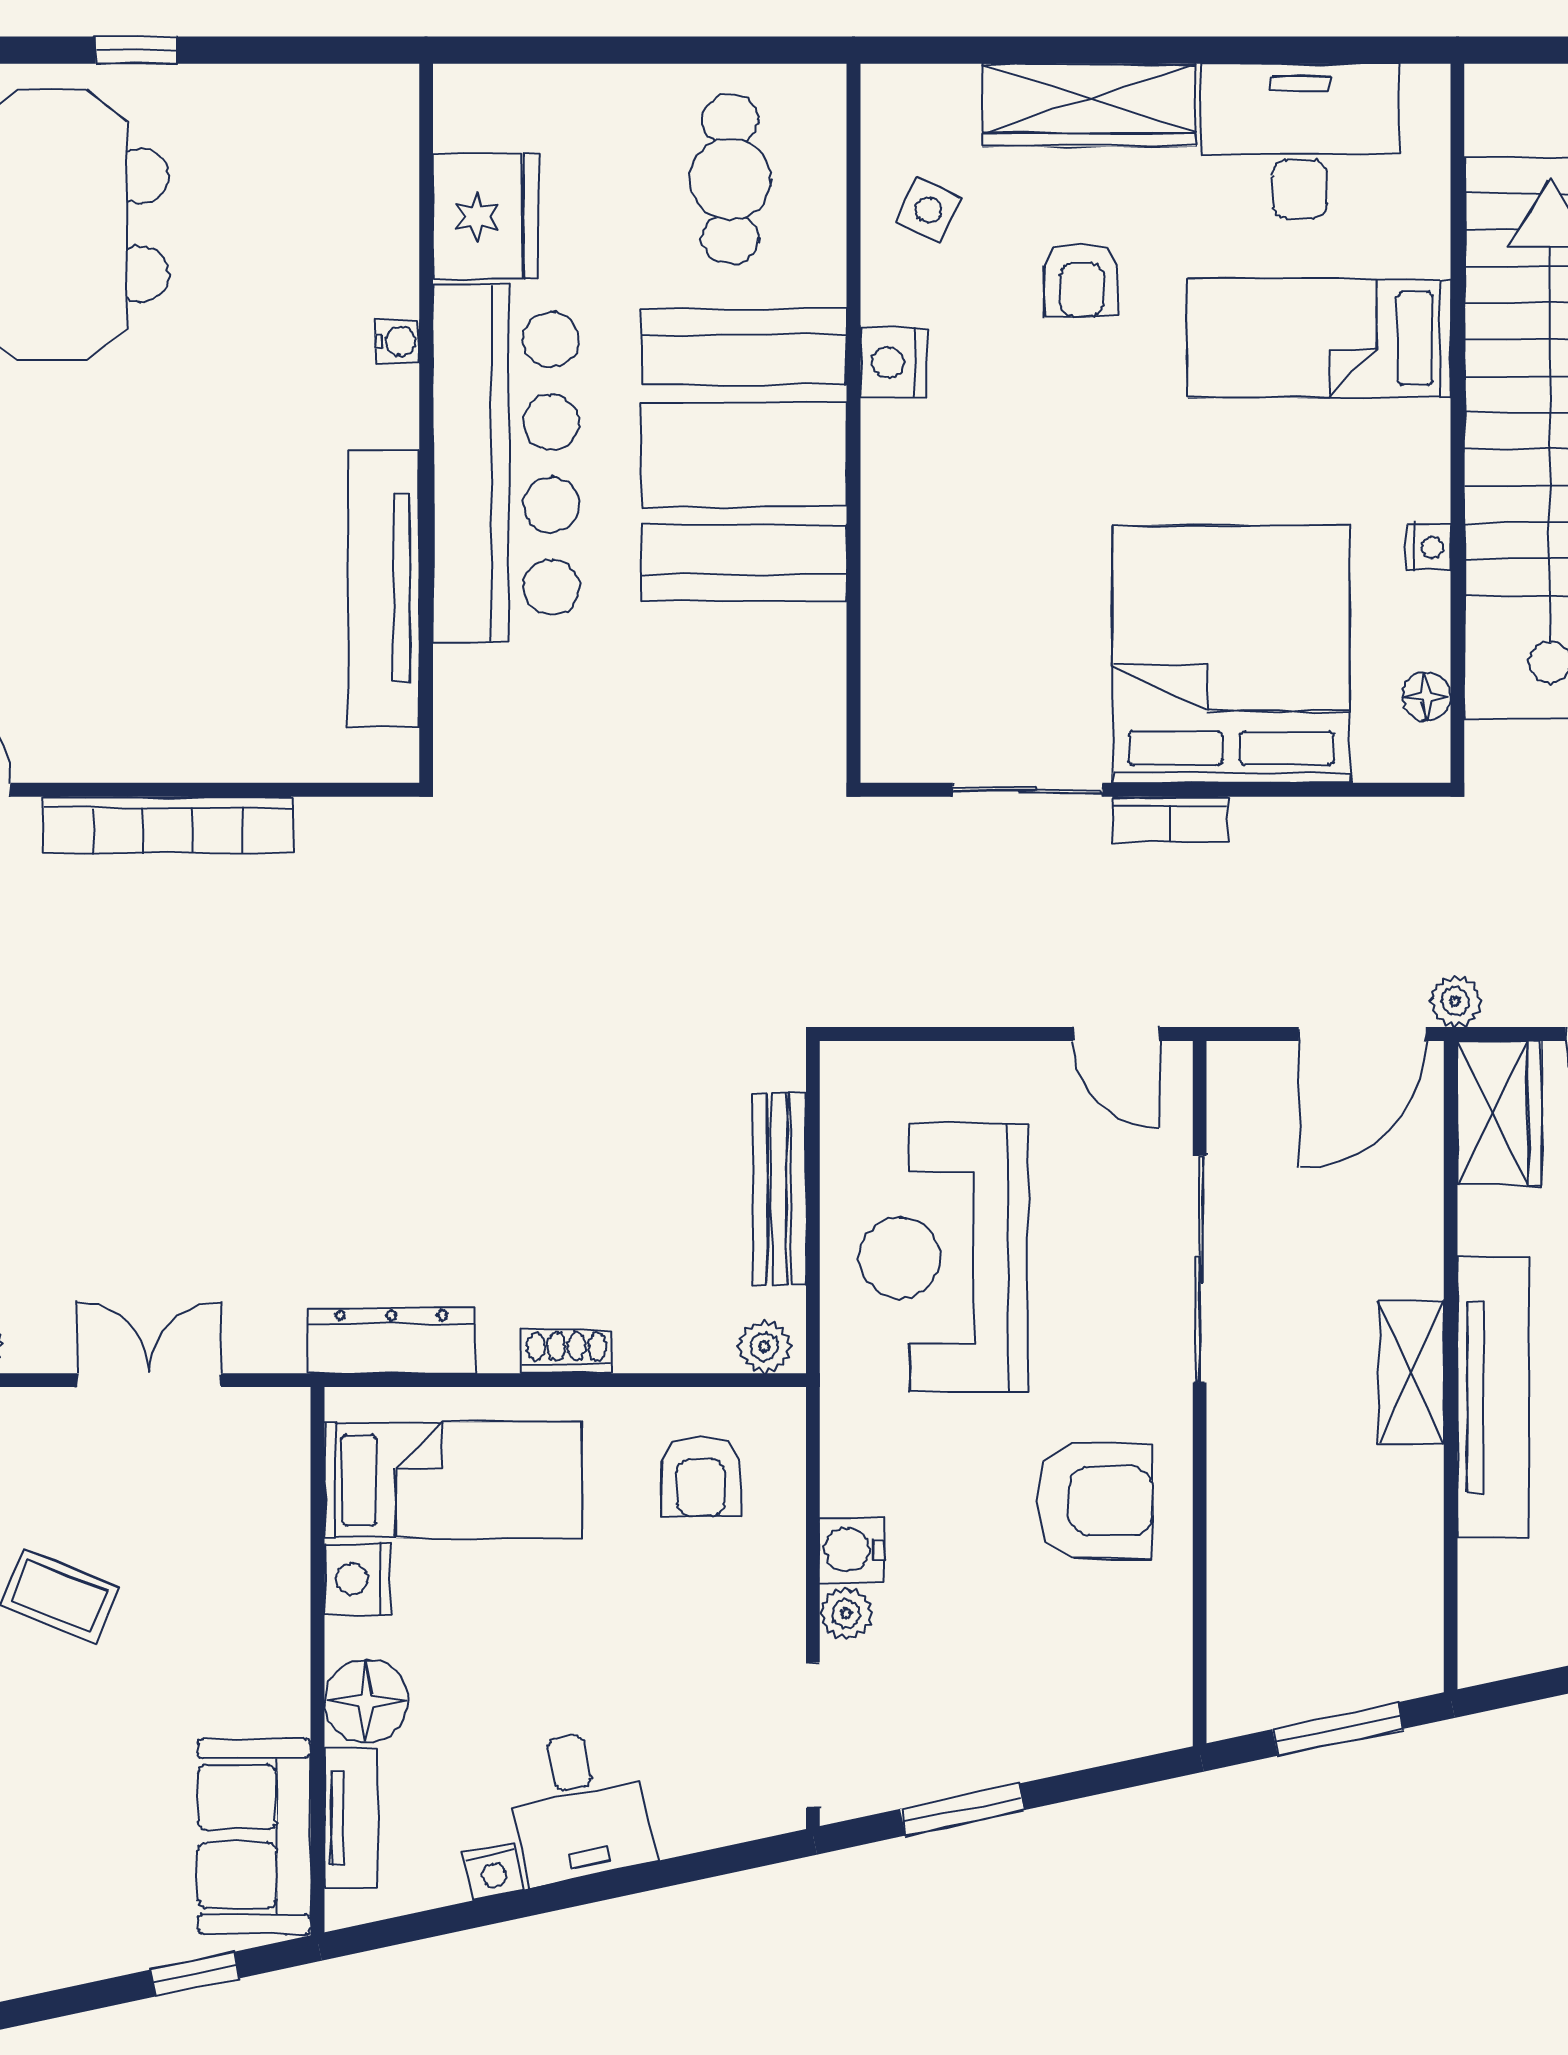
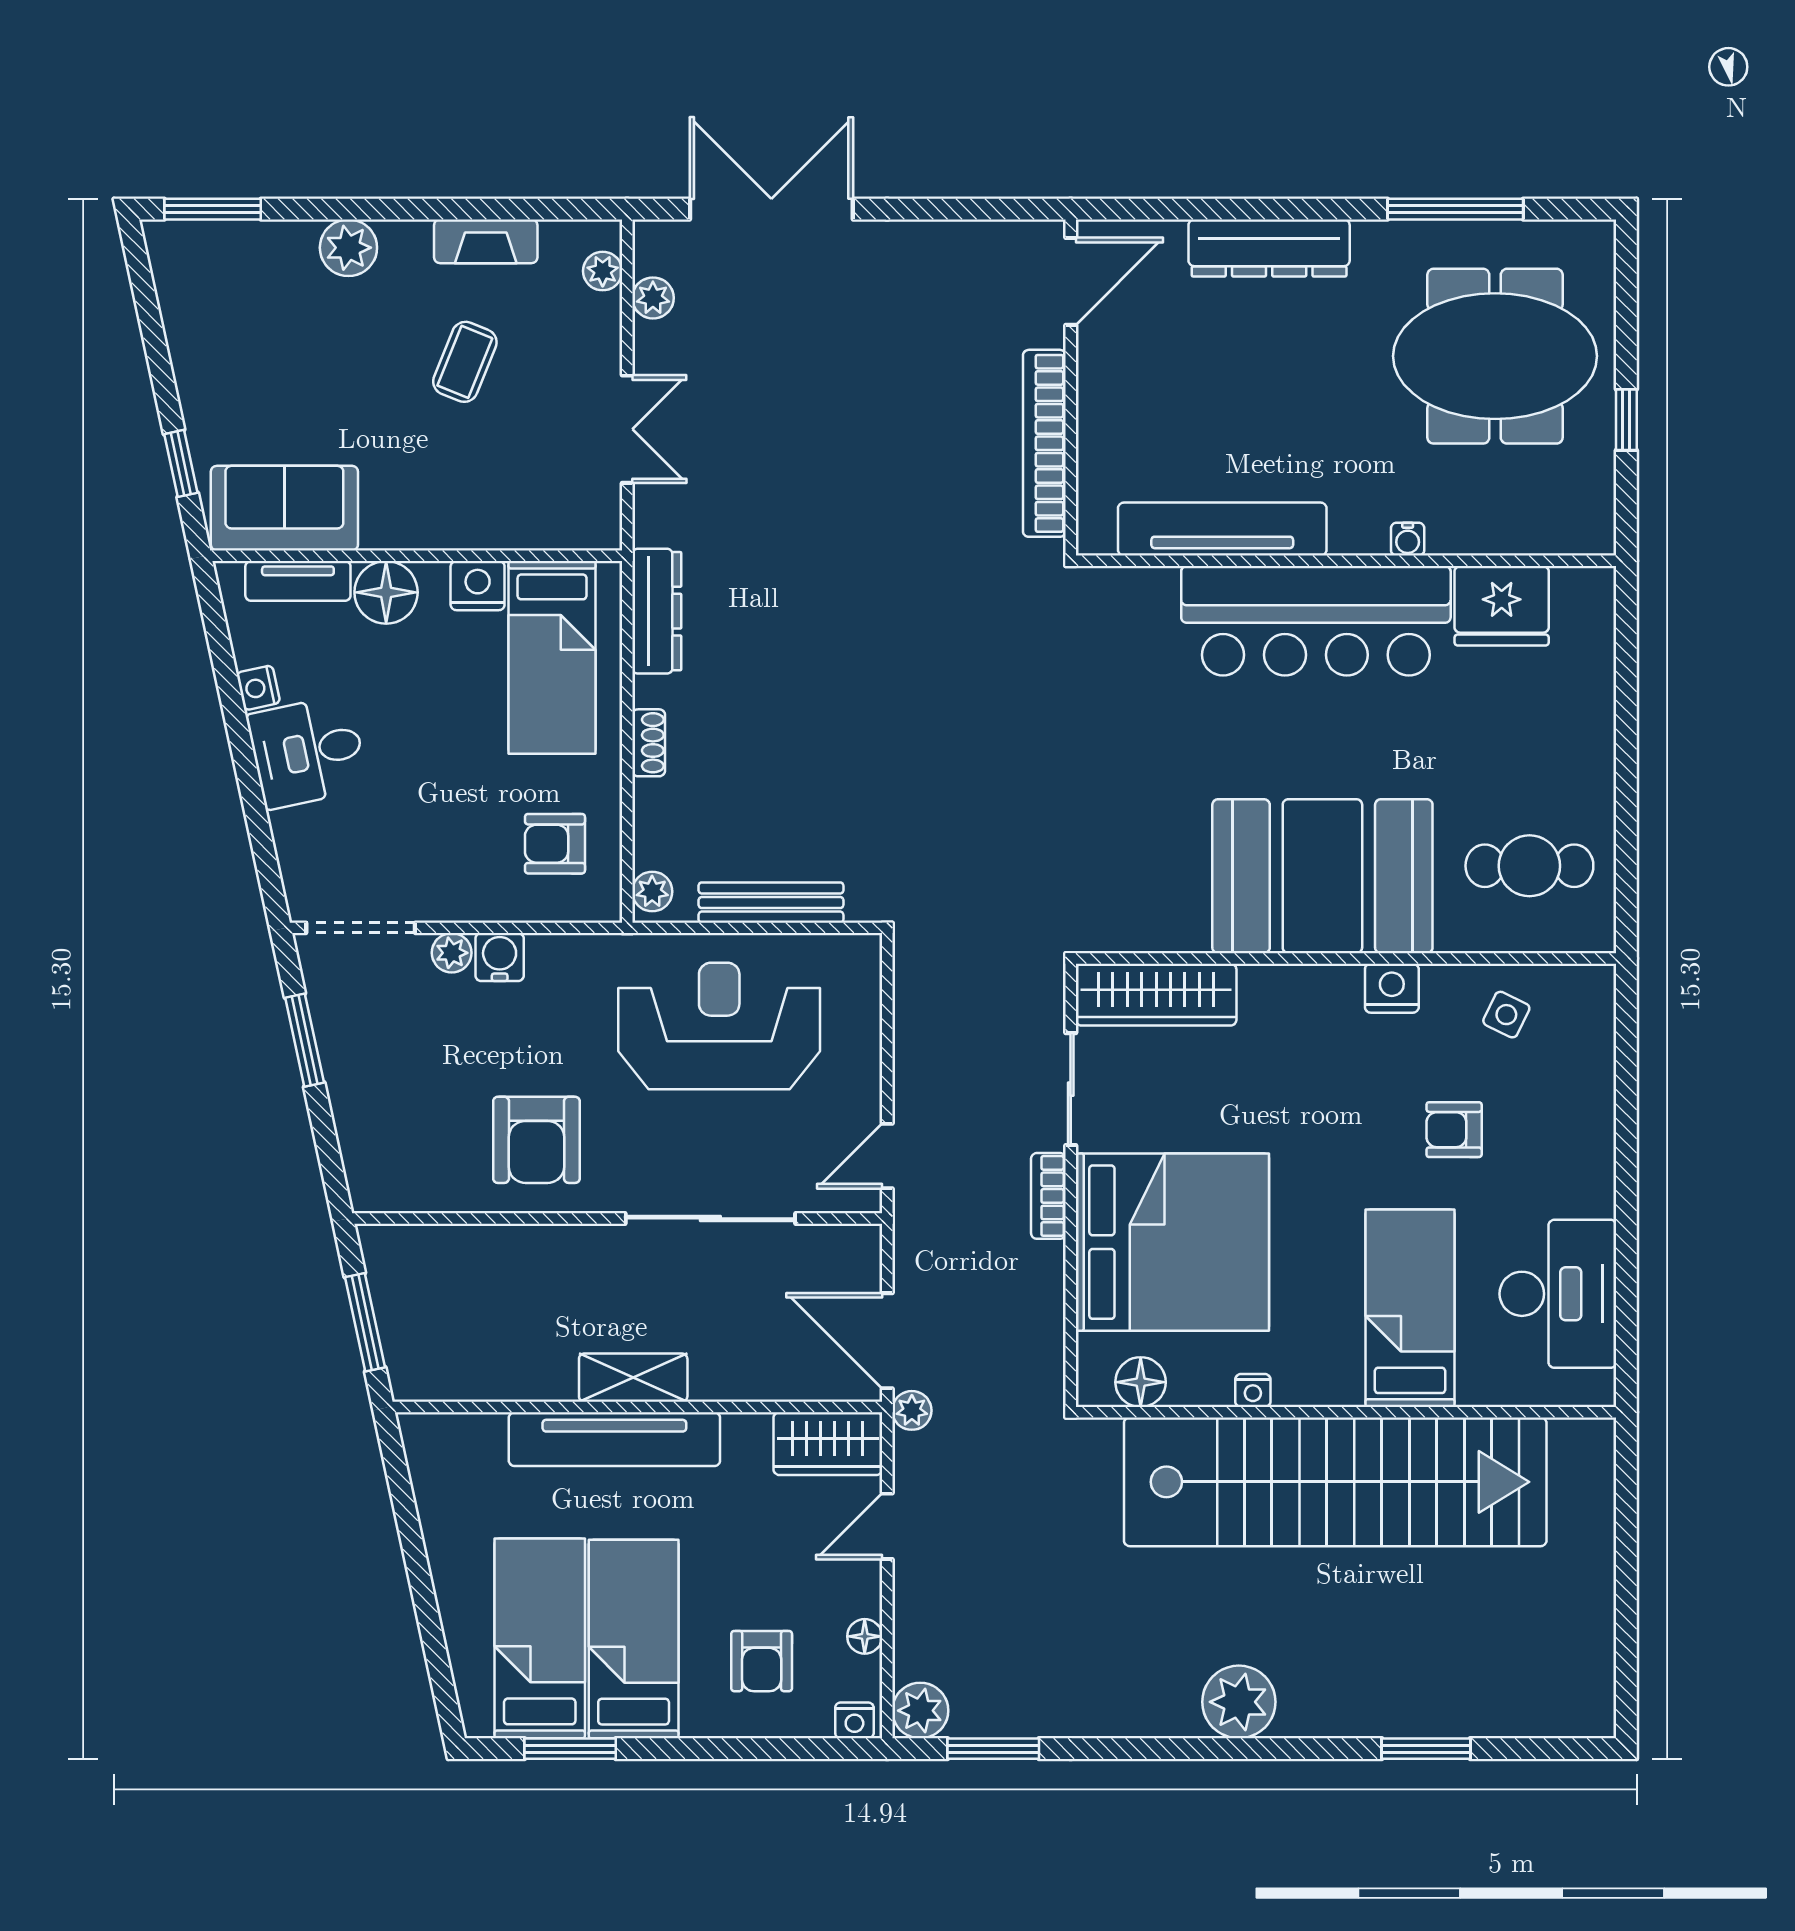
wardrobe: (1089, 105) -> (1156, 995), moved, turned -90
fridge: (486, 216) -> (1502, 606), moved
water cooler: (397, 341) -> (1408, 539), moved
wall: (426, 423) -> (1346, 561), moved
bar counter: (506, 463) -> (1316, 621), moved
tv unit: (384, 588) -> (1222, 529), moved
floor lamp: (1426, 697) -> (1141, 1382), width x1.37, depth x1.37

